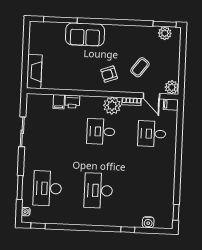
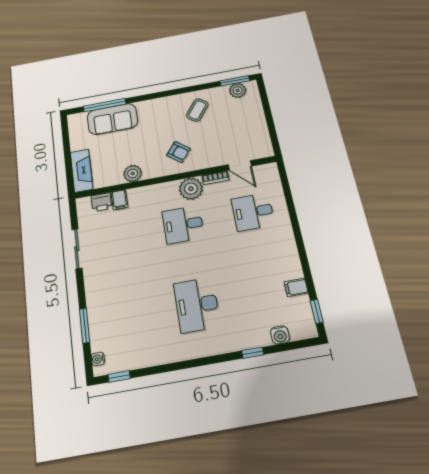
sofa: (85, 34) -> (112, 119), moved
coffee table: (140, 67) -> (197, 110), moved
armchair: (109, 74) -> (178, 152), turned -121
plant: (172, 87) -> (133, 173), moved
printer: (72, 102) -> (101, 202), moved
filing cabinet: (171, 105) -> (296, 287), moved
desk: (47, 188) -> (124, 318), removed

